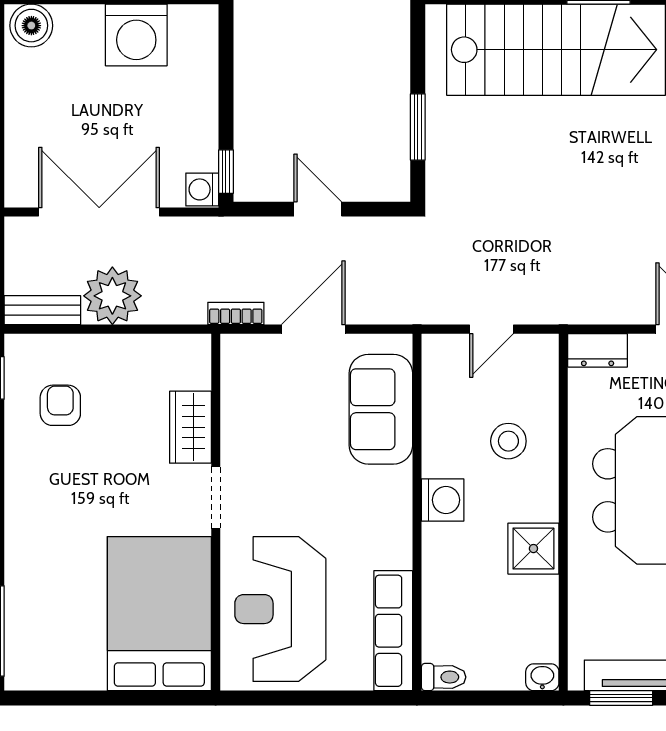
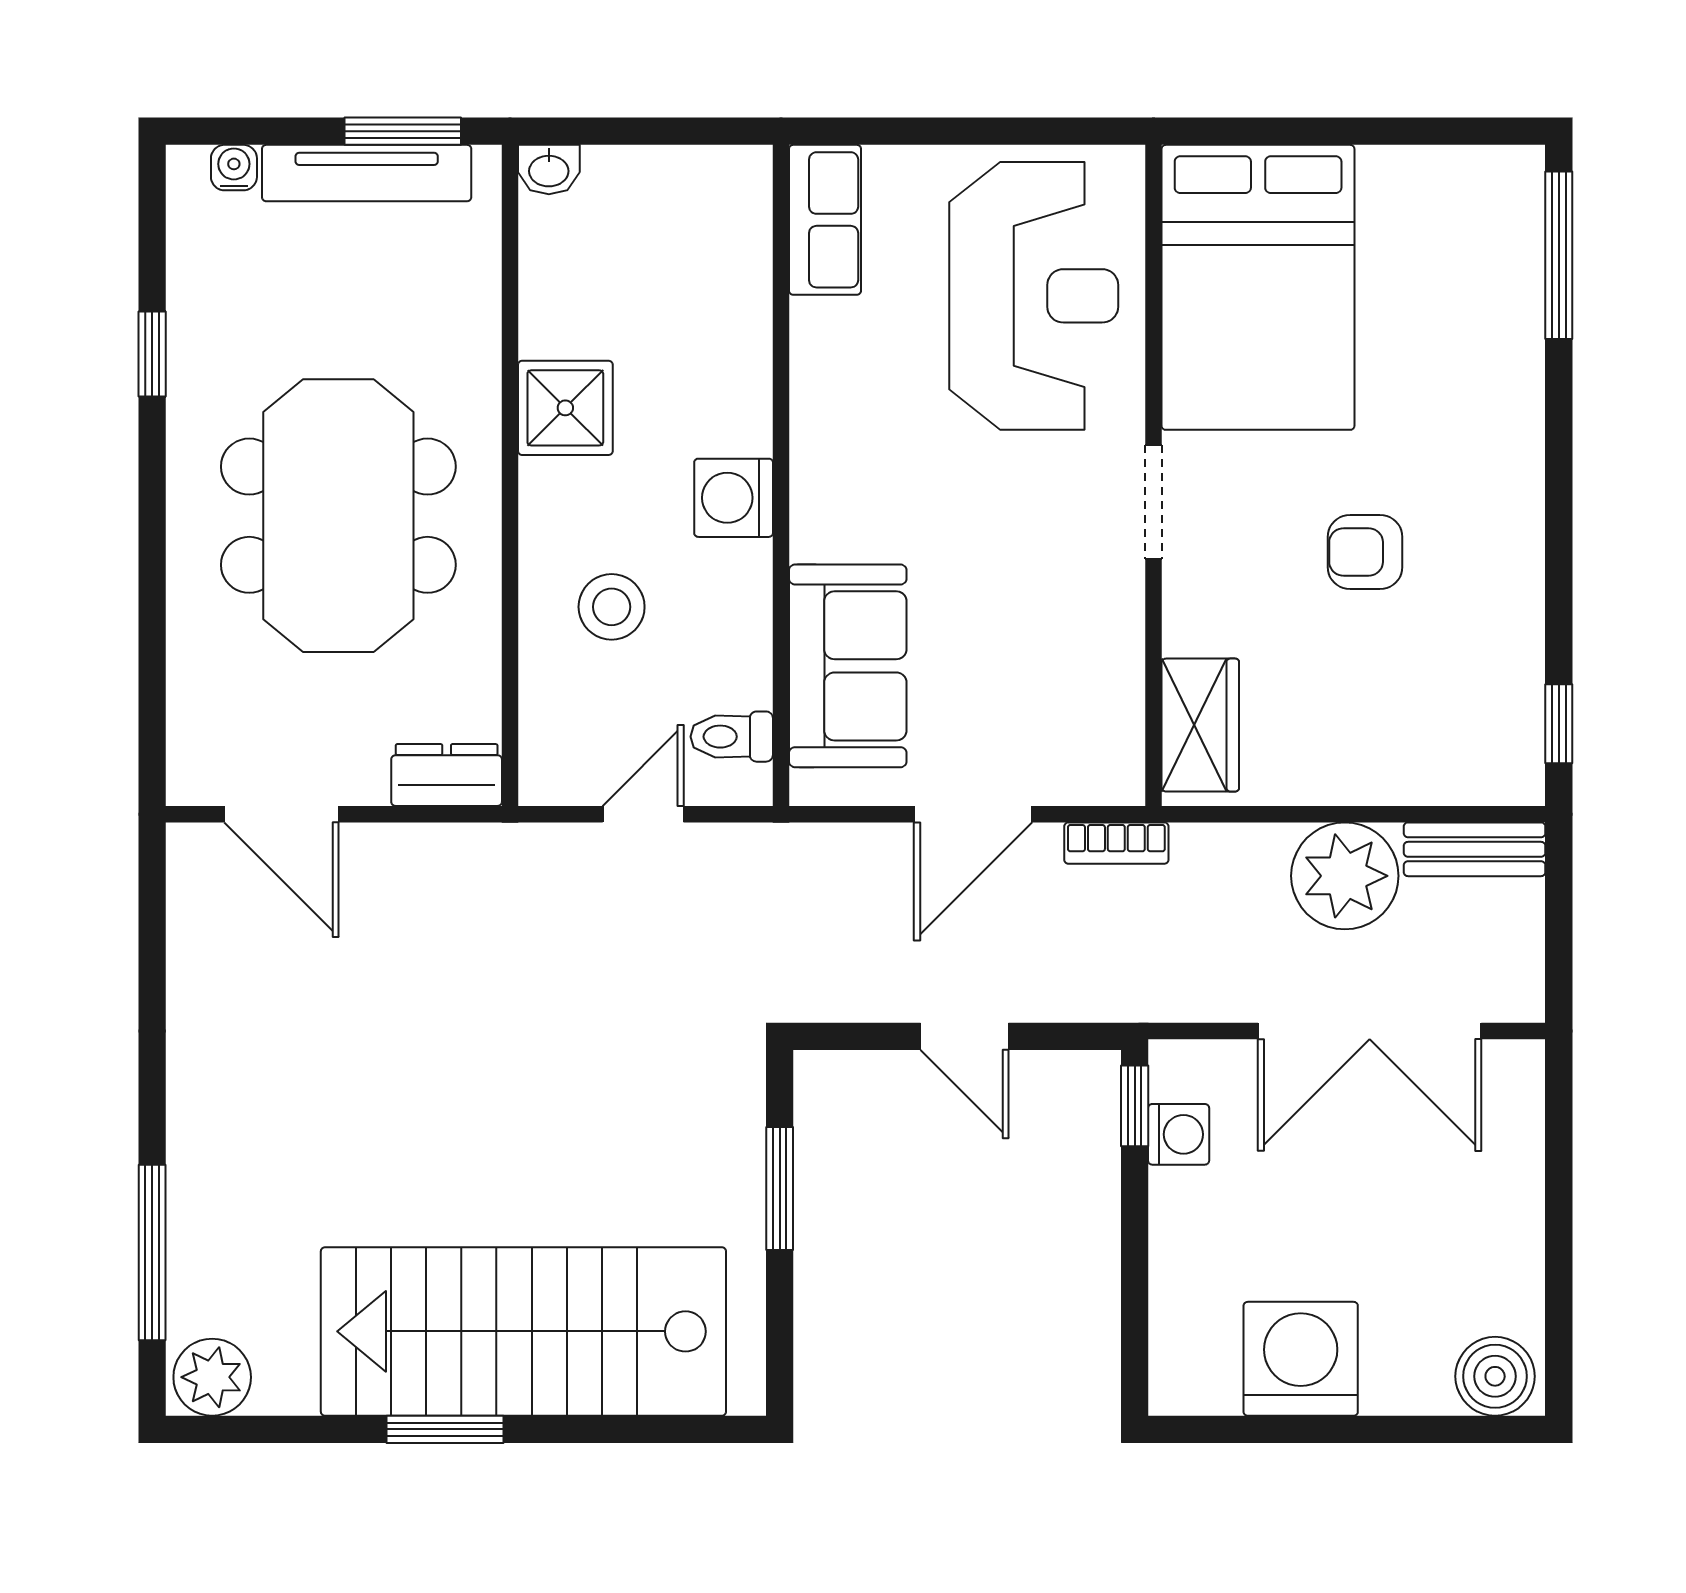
washing machine: (202, 189) -> (1179, 1134), moved
armchair: (60, 405) -> (1365, 552), moved, turned 90
wardrobe: (190, 427) -> (1200, 725), moved
row of seats: (393, 631) -> (825, 220), width x0.68
toilet: (444, 677) -> (732, 737), moved

